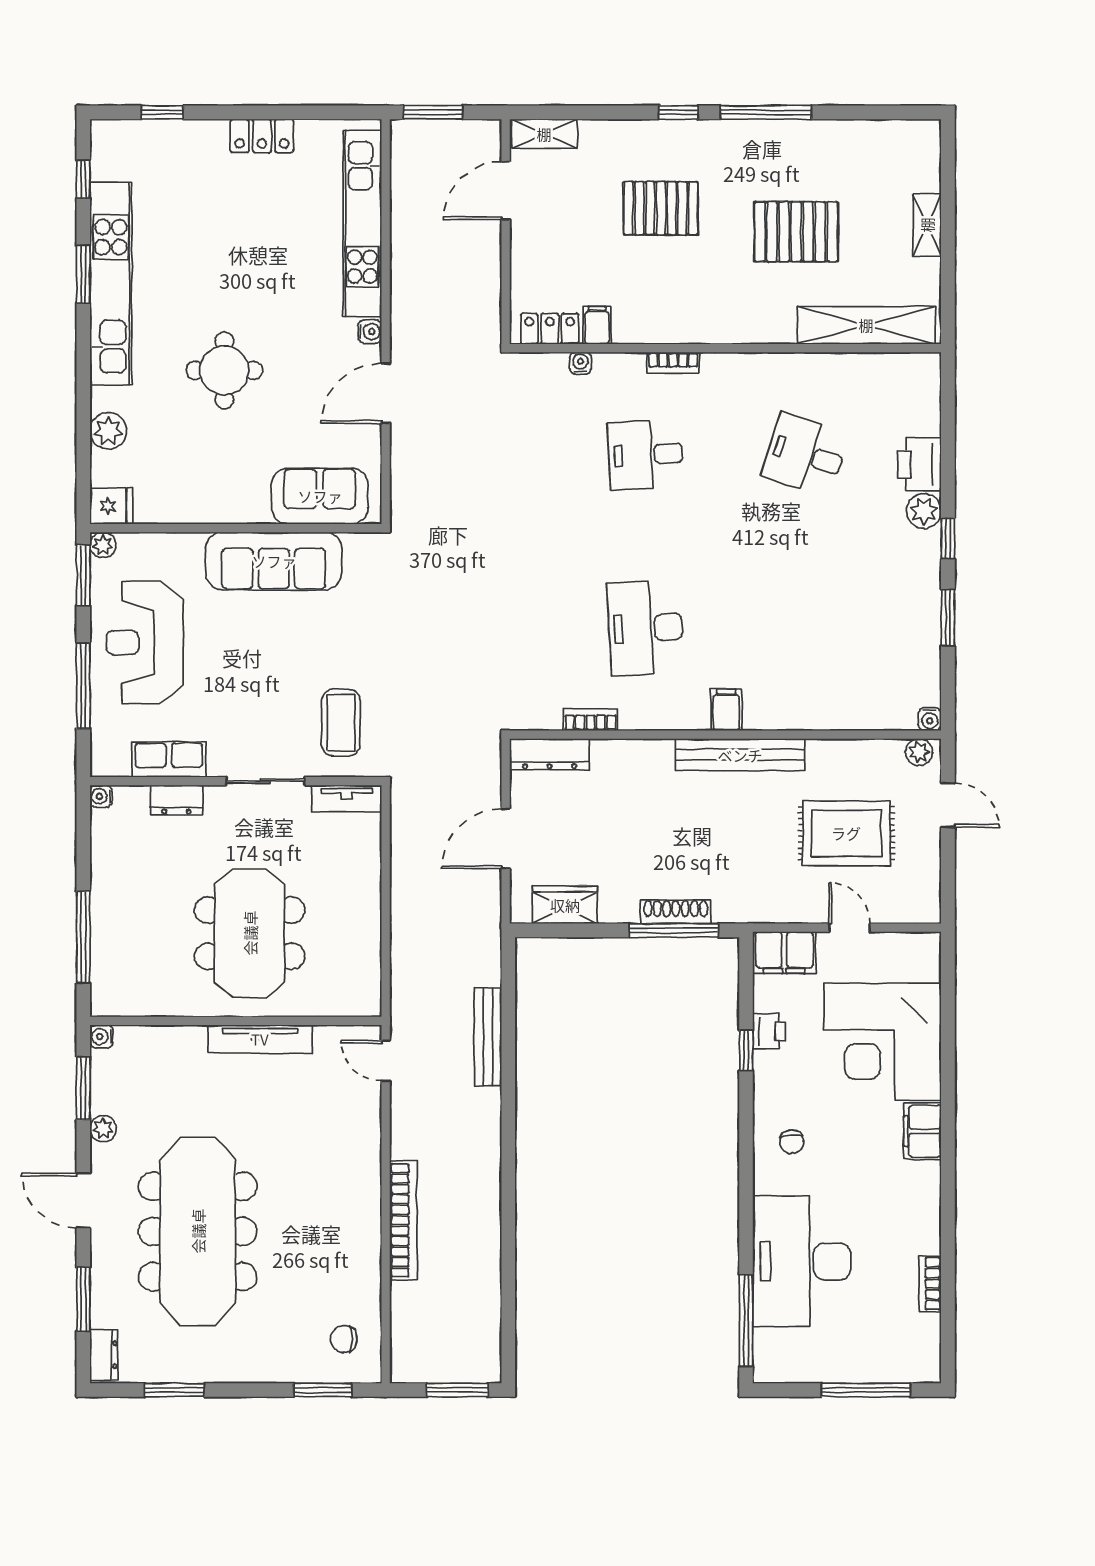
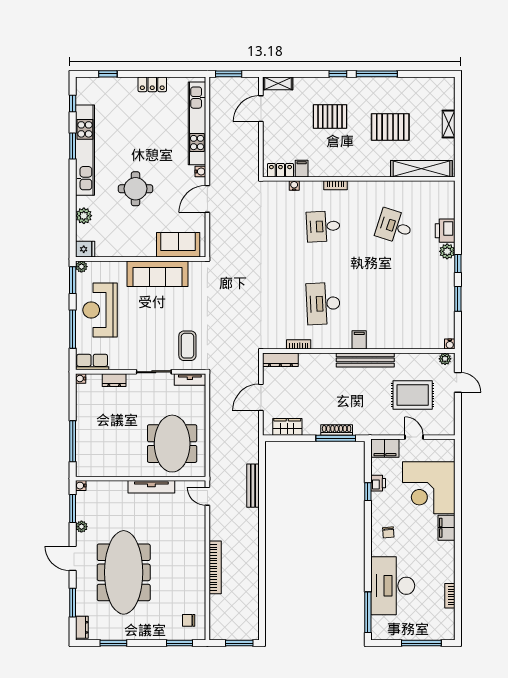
row of seats: (169, 759) -> (92, 362), moved
meeting table: (250, 933) -> (172, 444), moved

